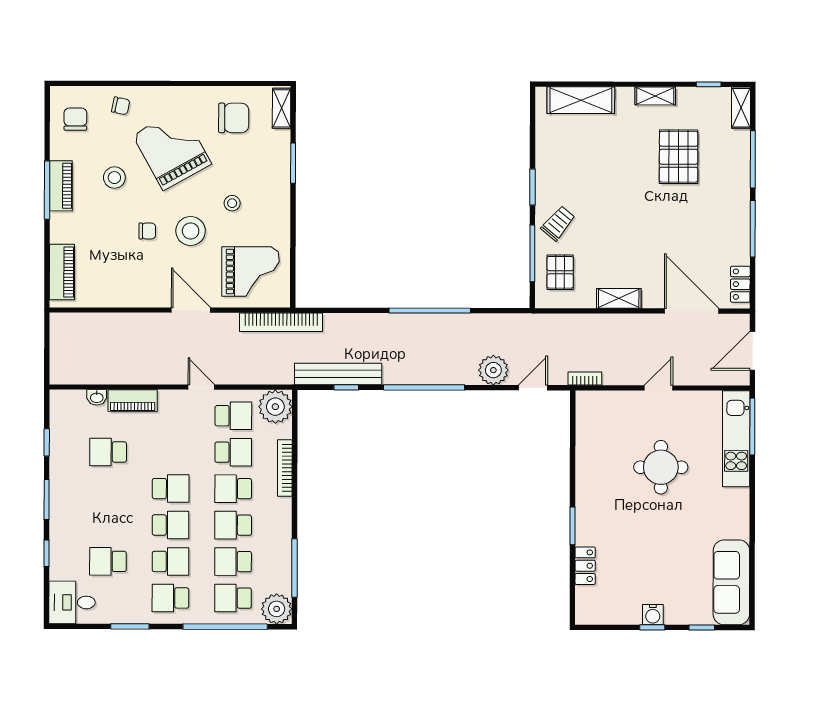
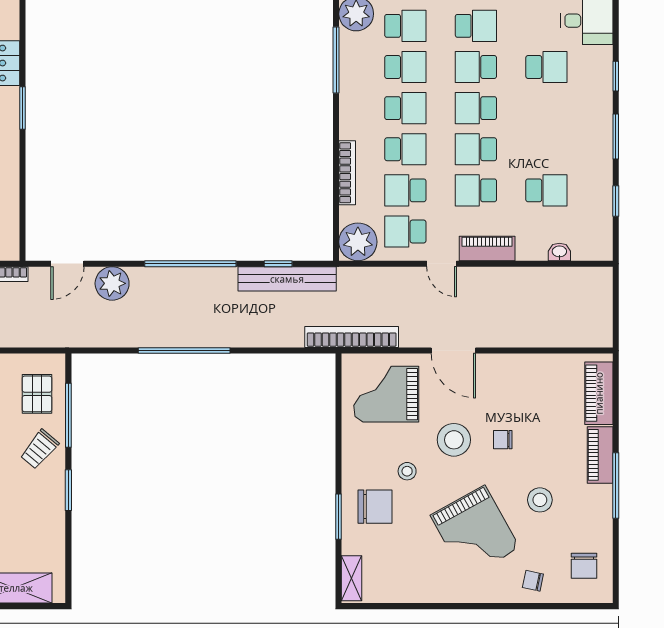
chair: (234, 118) -> (375, 507), moved, turned 180
piano: (61, 186) -> (600, 455), moved
piano: (133, 401) -> (487, 248), moved
school desk: (171, 452) -> (476, 190), added

